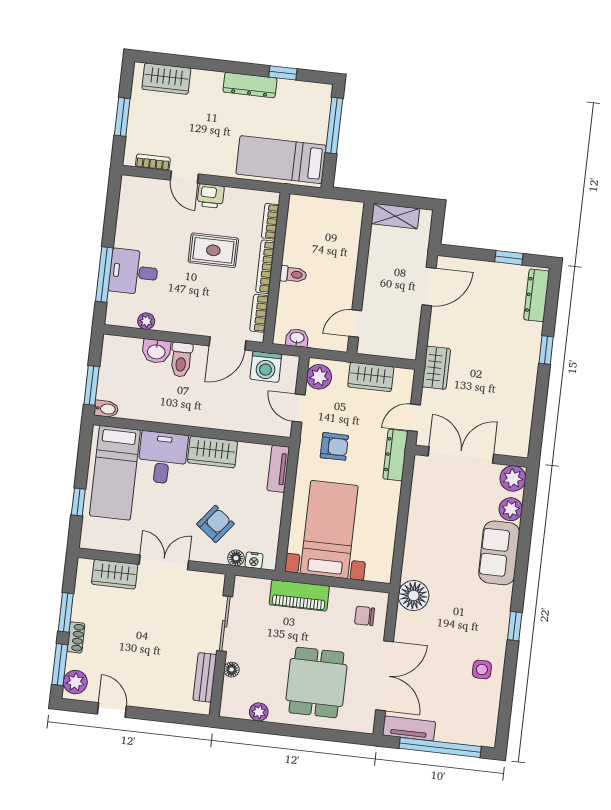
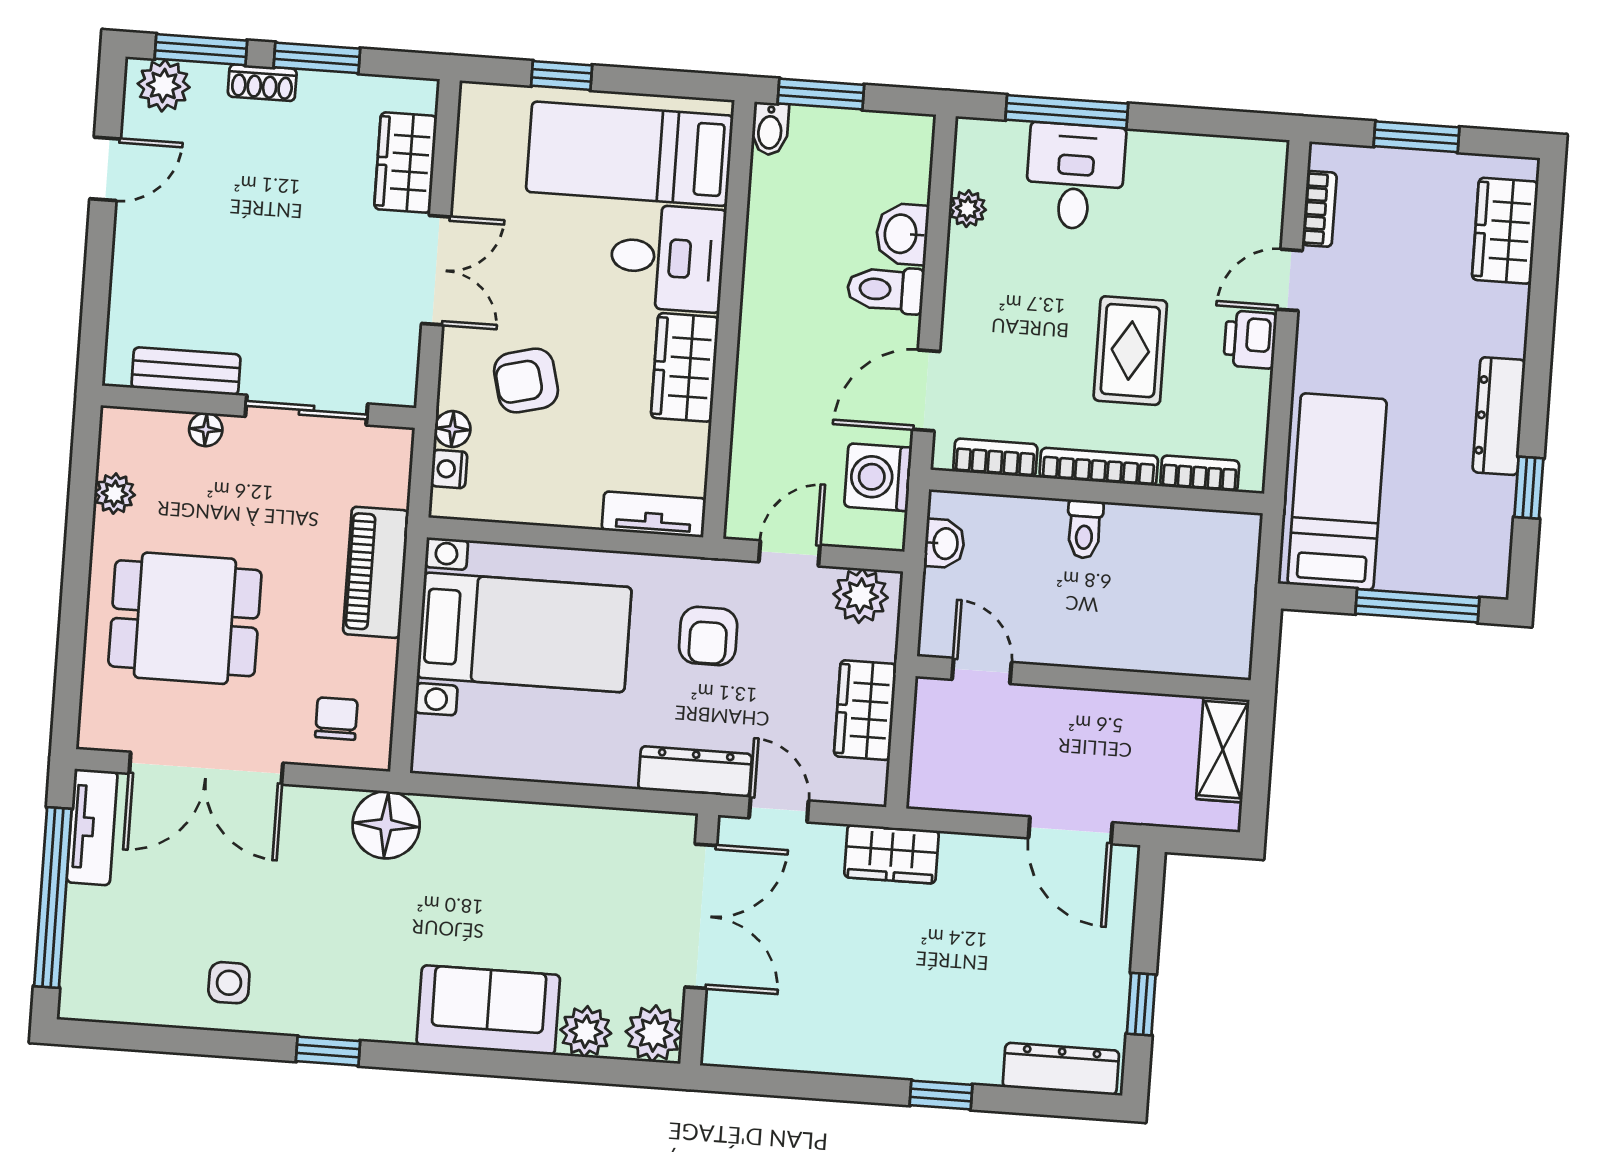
door: (227, 343) -> (926, 390), hinge flipped
armchair: (215, 524) -> (526, 381), turned 128

